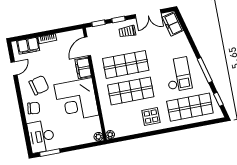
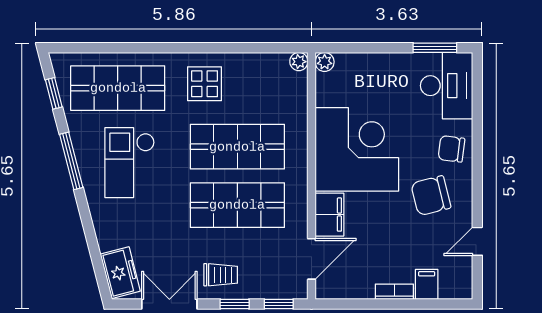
filing cabinet: (28, 46) -> (427, 284), width x0.50

